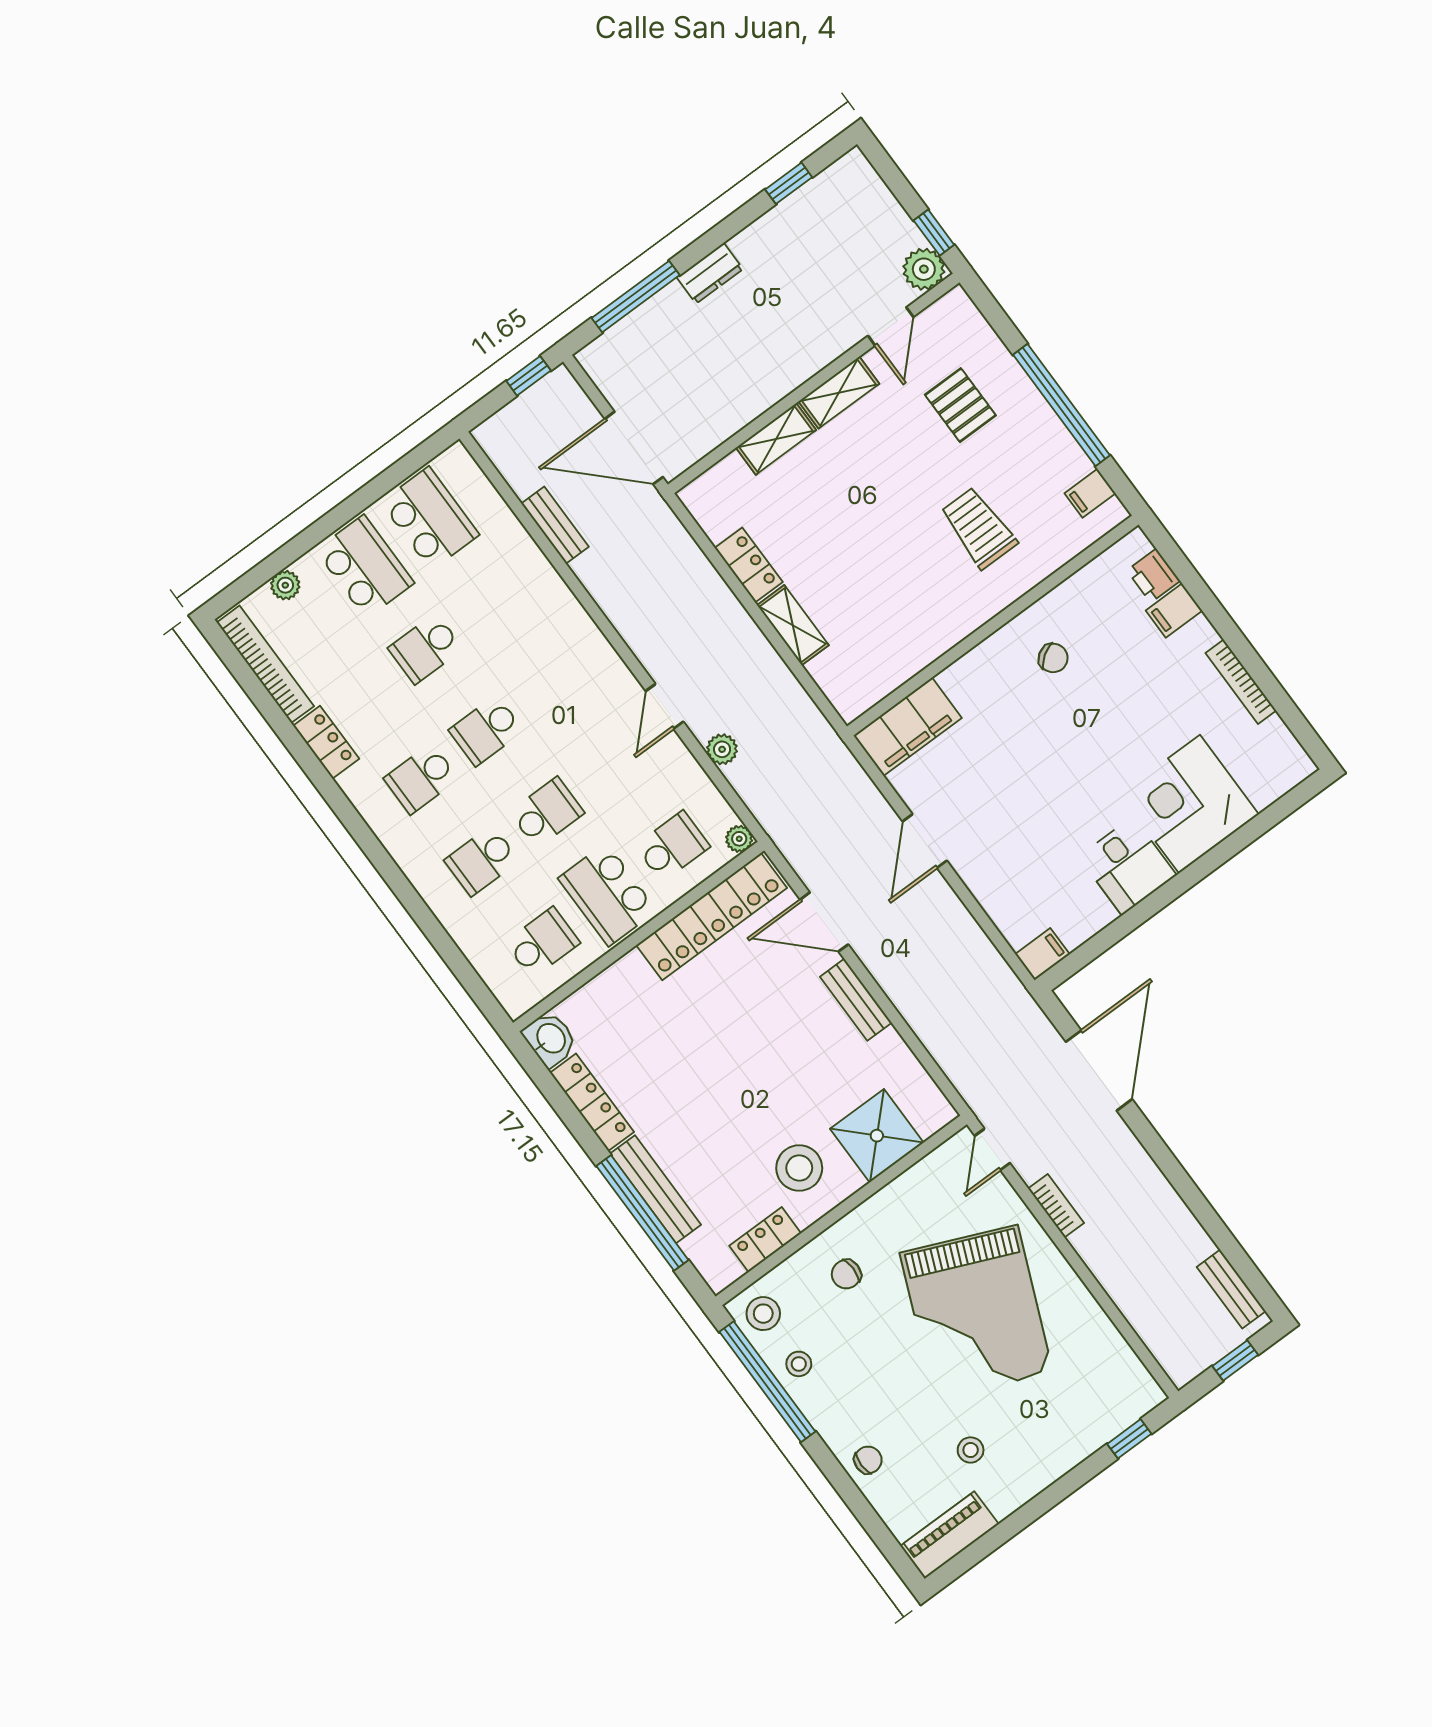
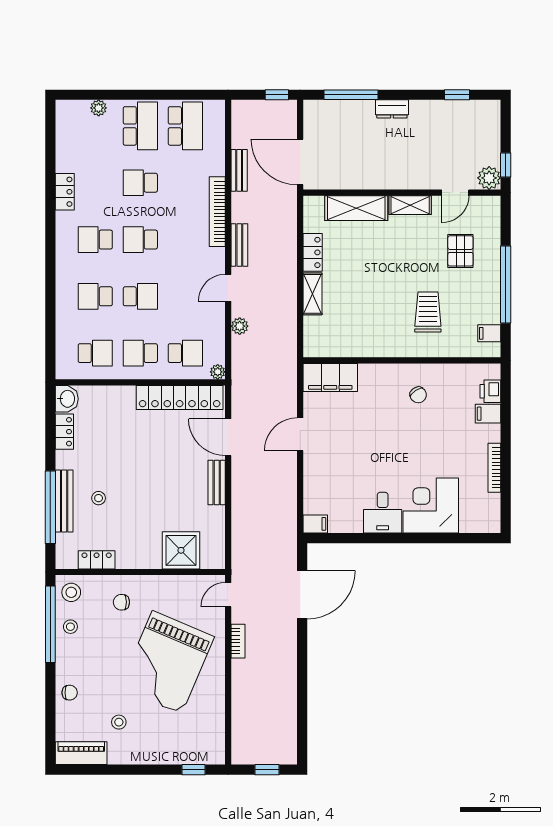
shelving: (776, 439) -> (356, 208), width x1.50, depth x1.33
bookcase: (265, 664) -> (217, 212), moved, turned 180
school desk: (607, 894) -> (140, 353), width x0.54
locker: (592, 1102) -> (64, 432), width x0.66
stool: (799, 1168) -> (99, 498), moved, width x0.53, depth x0.53
bench: (1231, 1289) -> (239, 245), moved

